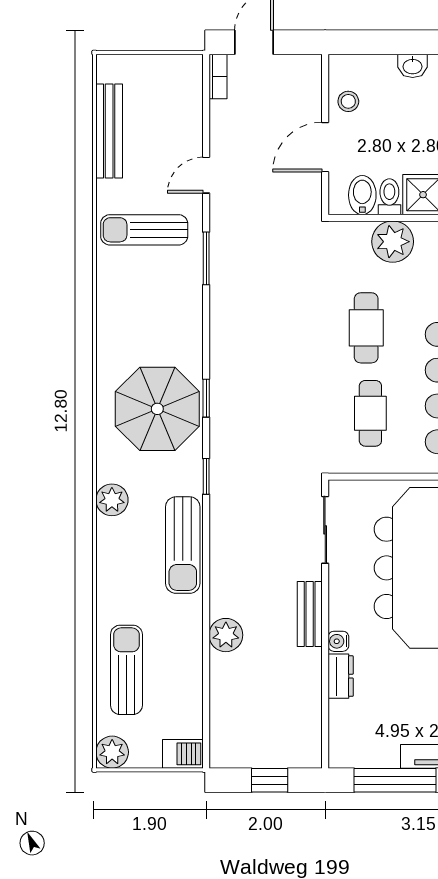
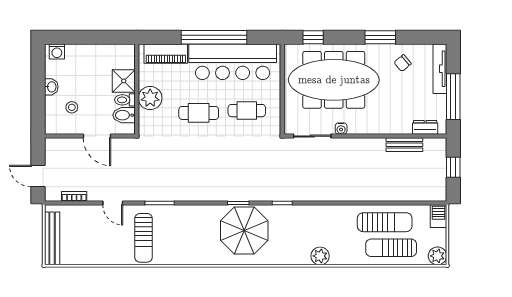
bookcase: (218, 76) -> (74, 196), moved
stool: (348, 101) -> (72, 107), moved
bench: (109, 131) -> (52, 238), moved, turned 90
plant: (112, 500) -> (320, 256), moved
sun lounger: (183, 545) -> (385, 222), moved
bench: (310, 614) -> (404, 145), moved
plant: (226, 635) -> (372, 192), removed
water cooler: (338, 641) -> (341, 129), moved
dresser: (341, 676) -> (425, 127), moved

